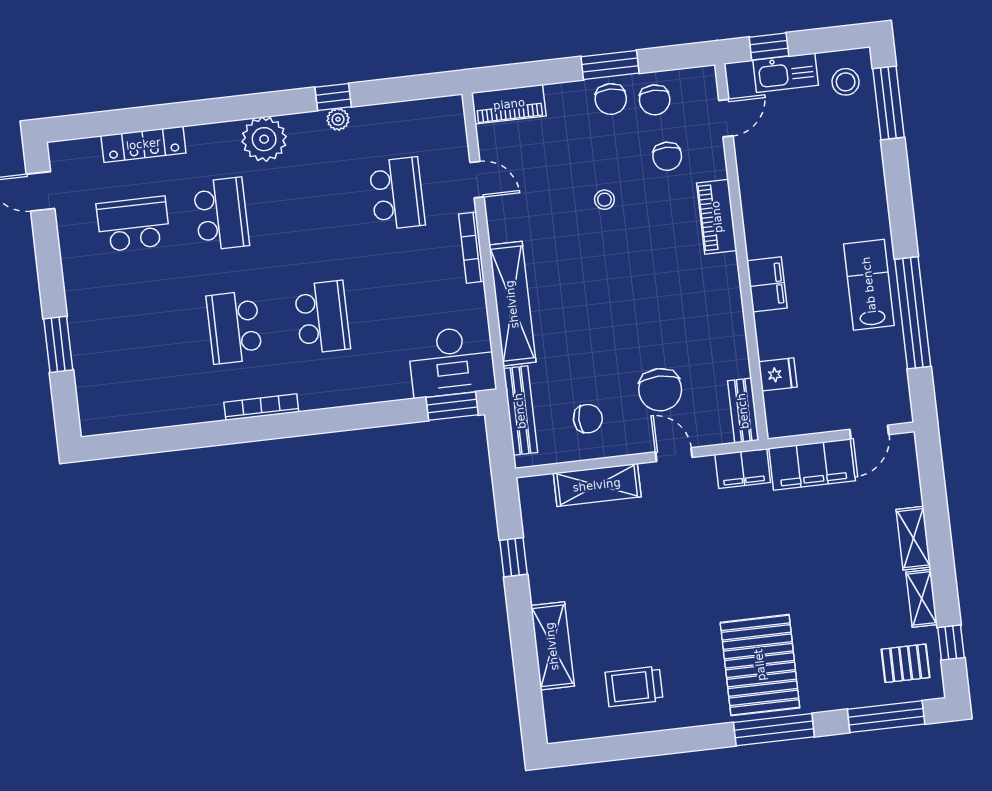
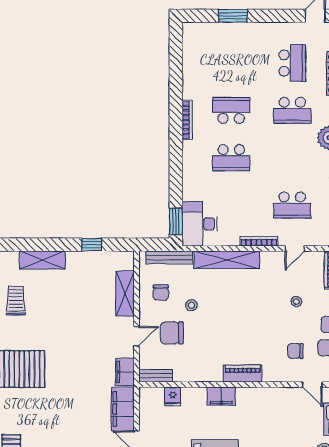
stool: (604, 200) -> (296, 302), moved
piano: (717, 217) -> (243, 374), moved
stool: (605, 359) -> (191, 305), added

